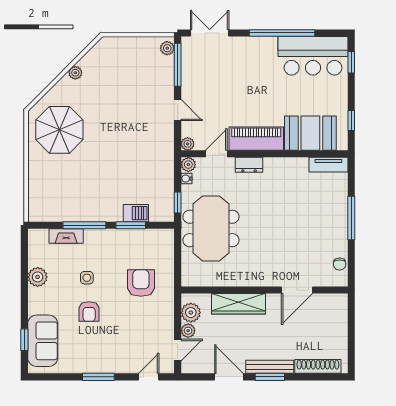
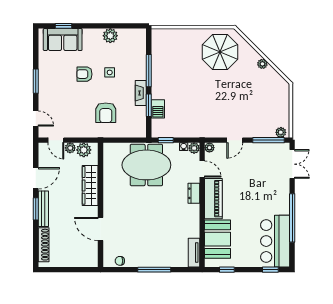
fireplace: (66, 236) -> (141, 93), moved
armchair: (141, 283) -> (106, 113), turned 90

